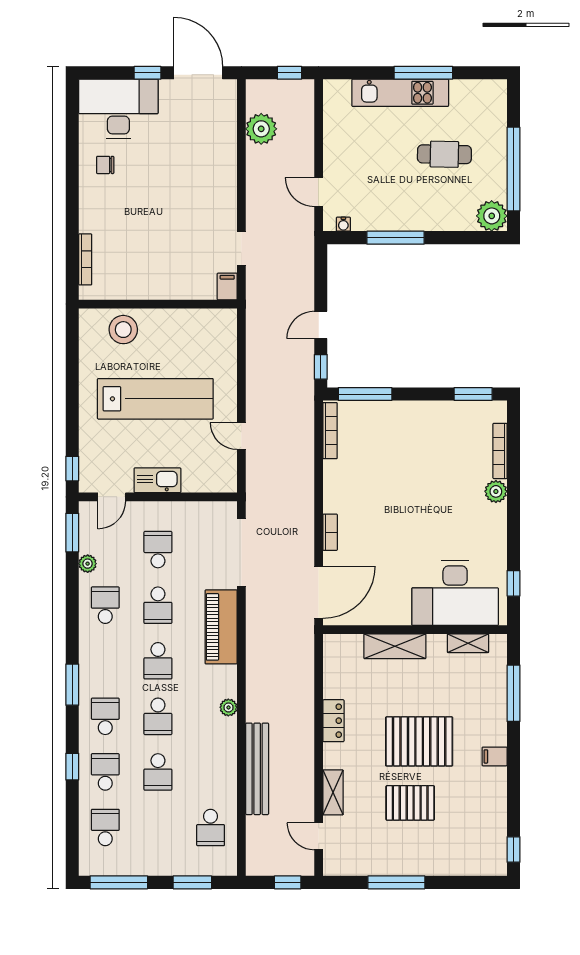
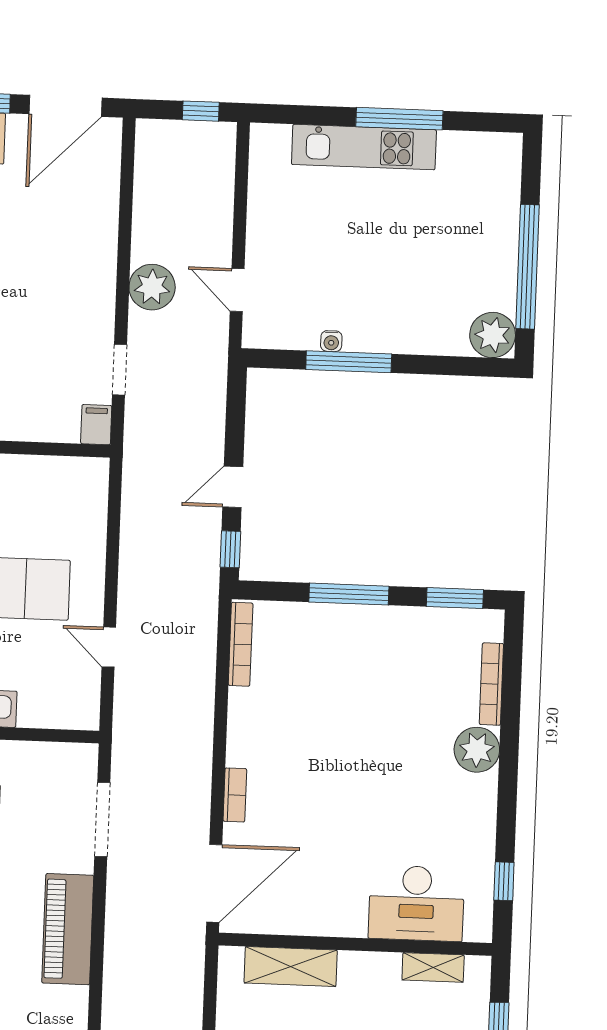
door: (198, 73) -> (65, 106), swing flipped
plant: (261, 129) -> (152, 287), moved
cafe table: (444, 154) -> (426, 241), removed
water cooler: (343, 224) -> (331, 341), moved
window: (365, 394) -> (349, 594), moved
plant: (496, 491) -> (477, 750), width x1.36, depth x1.36
doorway: (241, 552) -> (102, 820), width x0.73
desk: (455, 593) -> (416, 903), width x0.73, depth x0.77
shelving: (395, 646) -> (291, 967), moved

